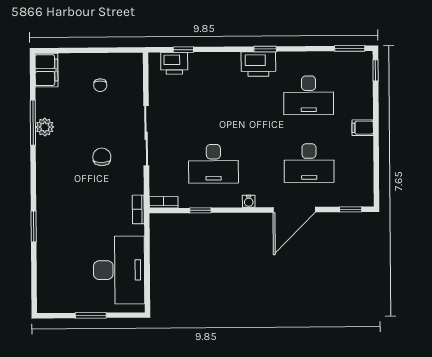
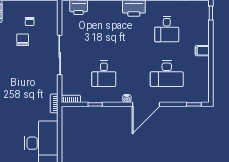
desk: (309, 95) -> (167, 29), width x0.73
chair: (102, 157) -> (23, 40), moved
desk: (213, 164) -> (104, 74), width x0.73
door: (294, 210) -> (146, 104), moved

